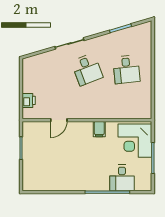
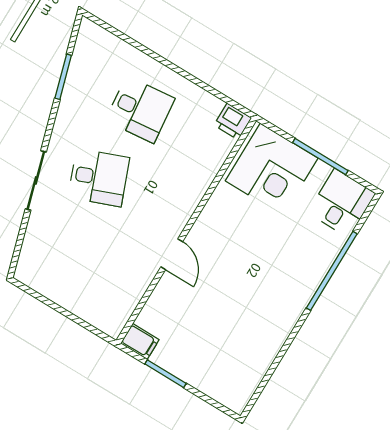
printer: (29, 100) -> (233, 121), moved, turned 180
door: (59, 120) -> (172, 254), moved
filing cabinet: (99, 129) -> (140, 342), moved
desk: (122, 178) -> (342, 203), moved, turned -90

